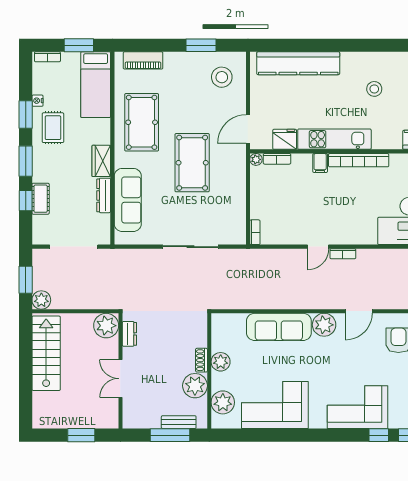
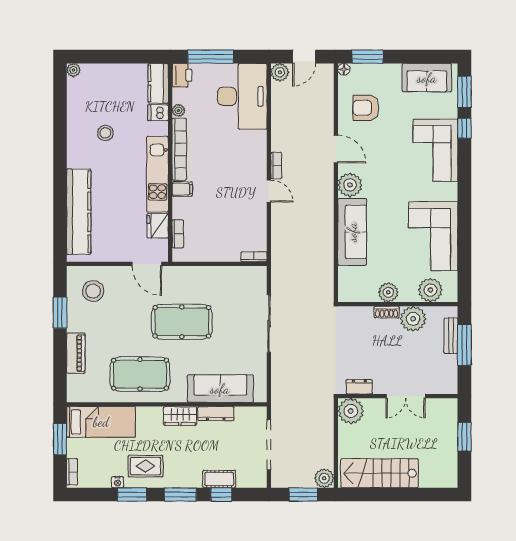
piano: (143, 60) -> (76, 353), moved
dishwasher: (394, 140) -> (158, 113), added
plant: (256, 159) -> (178, 110), moved

